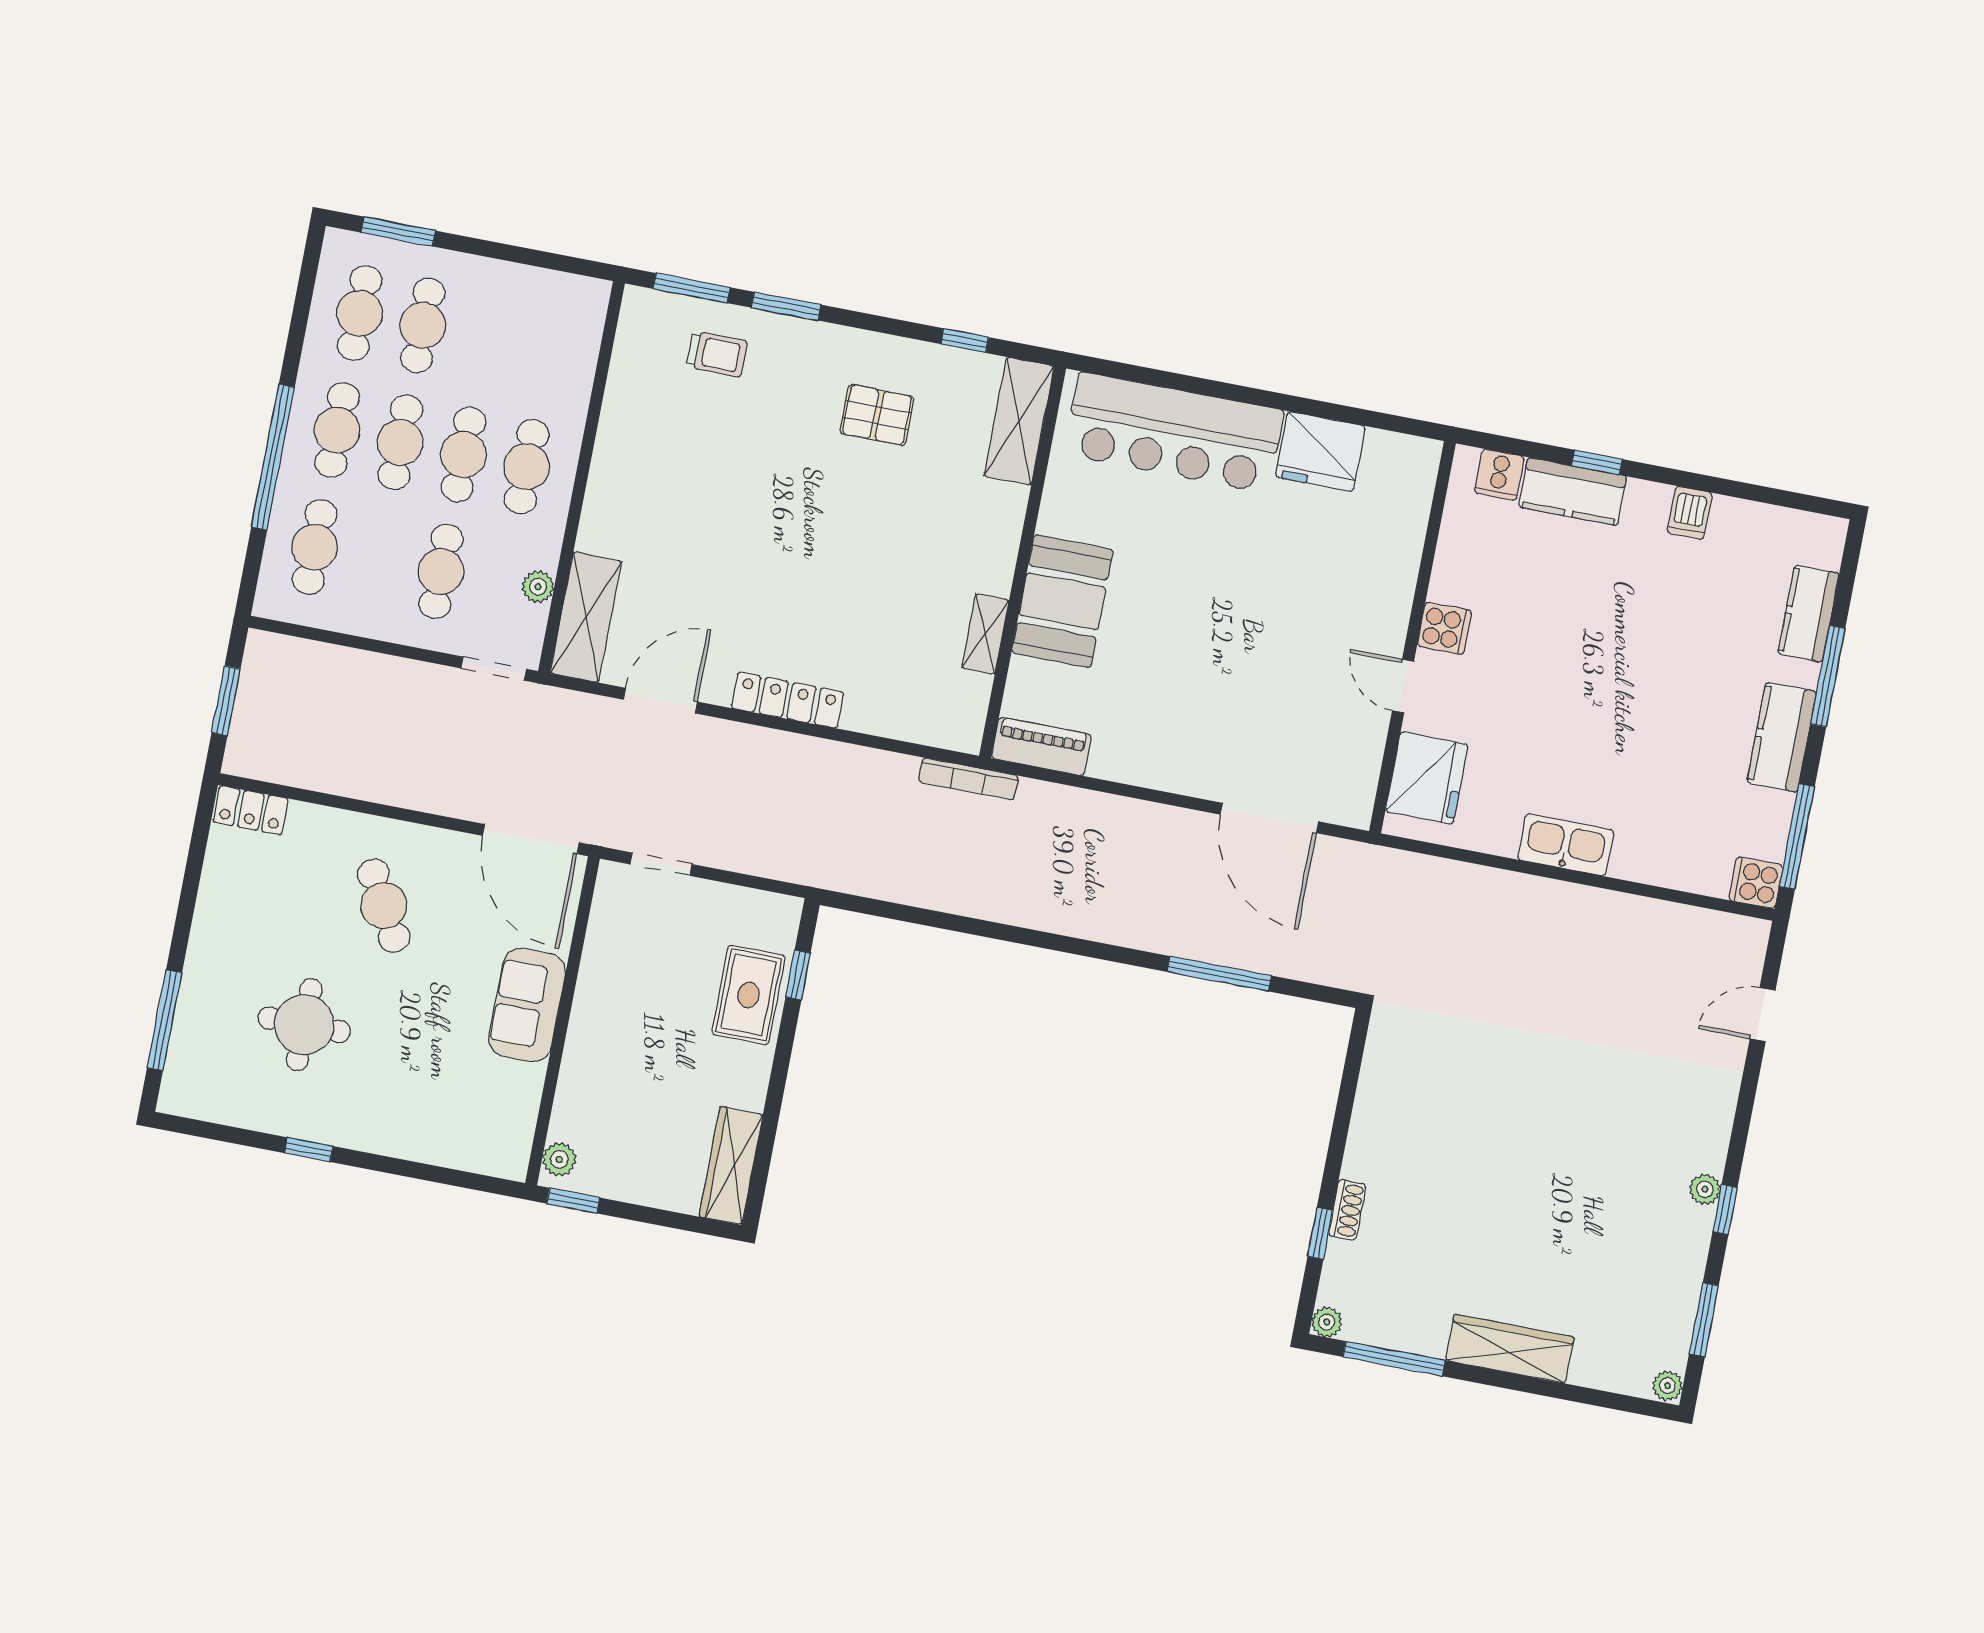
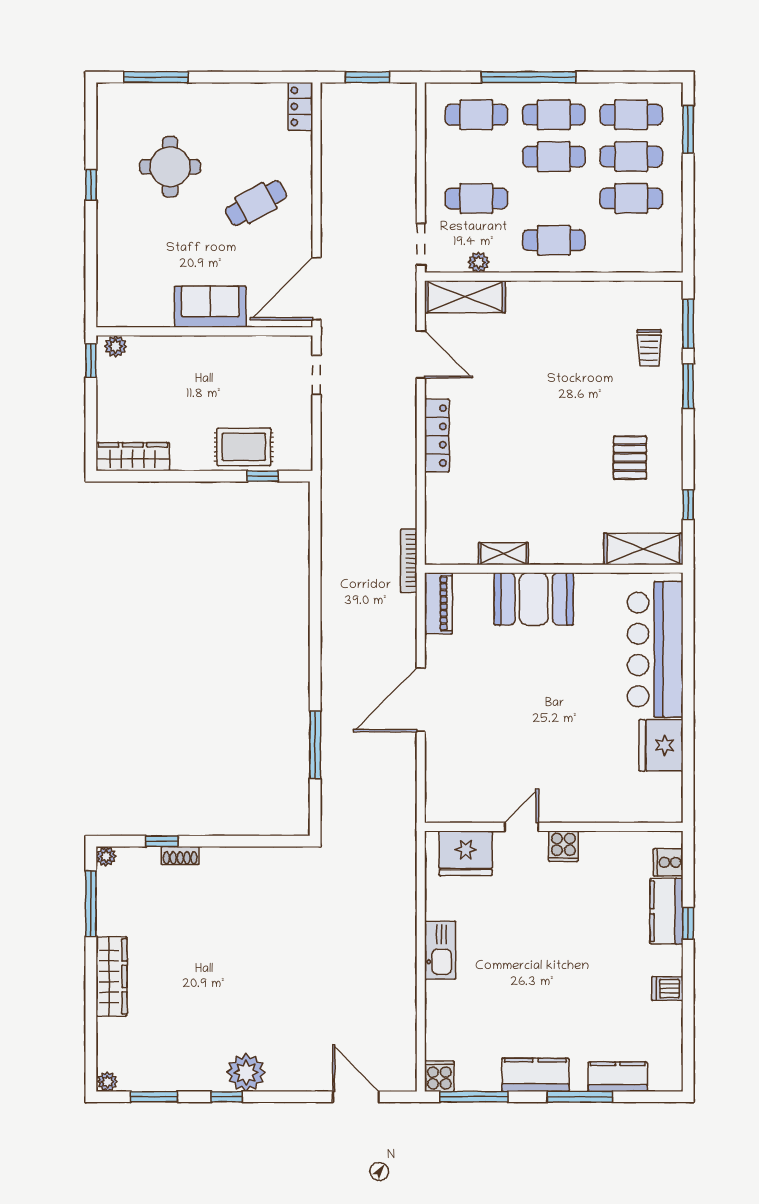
cafe table: (463, 454) -> (631, 198), moved
door: (1269, 818) -> (421, 700), moved
door: (1763, 1014) -> (356, 1097), width x1.38
plant: (1705, 1189) -> (246, 1073), width x1.87, depth x1.87

